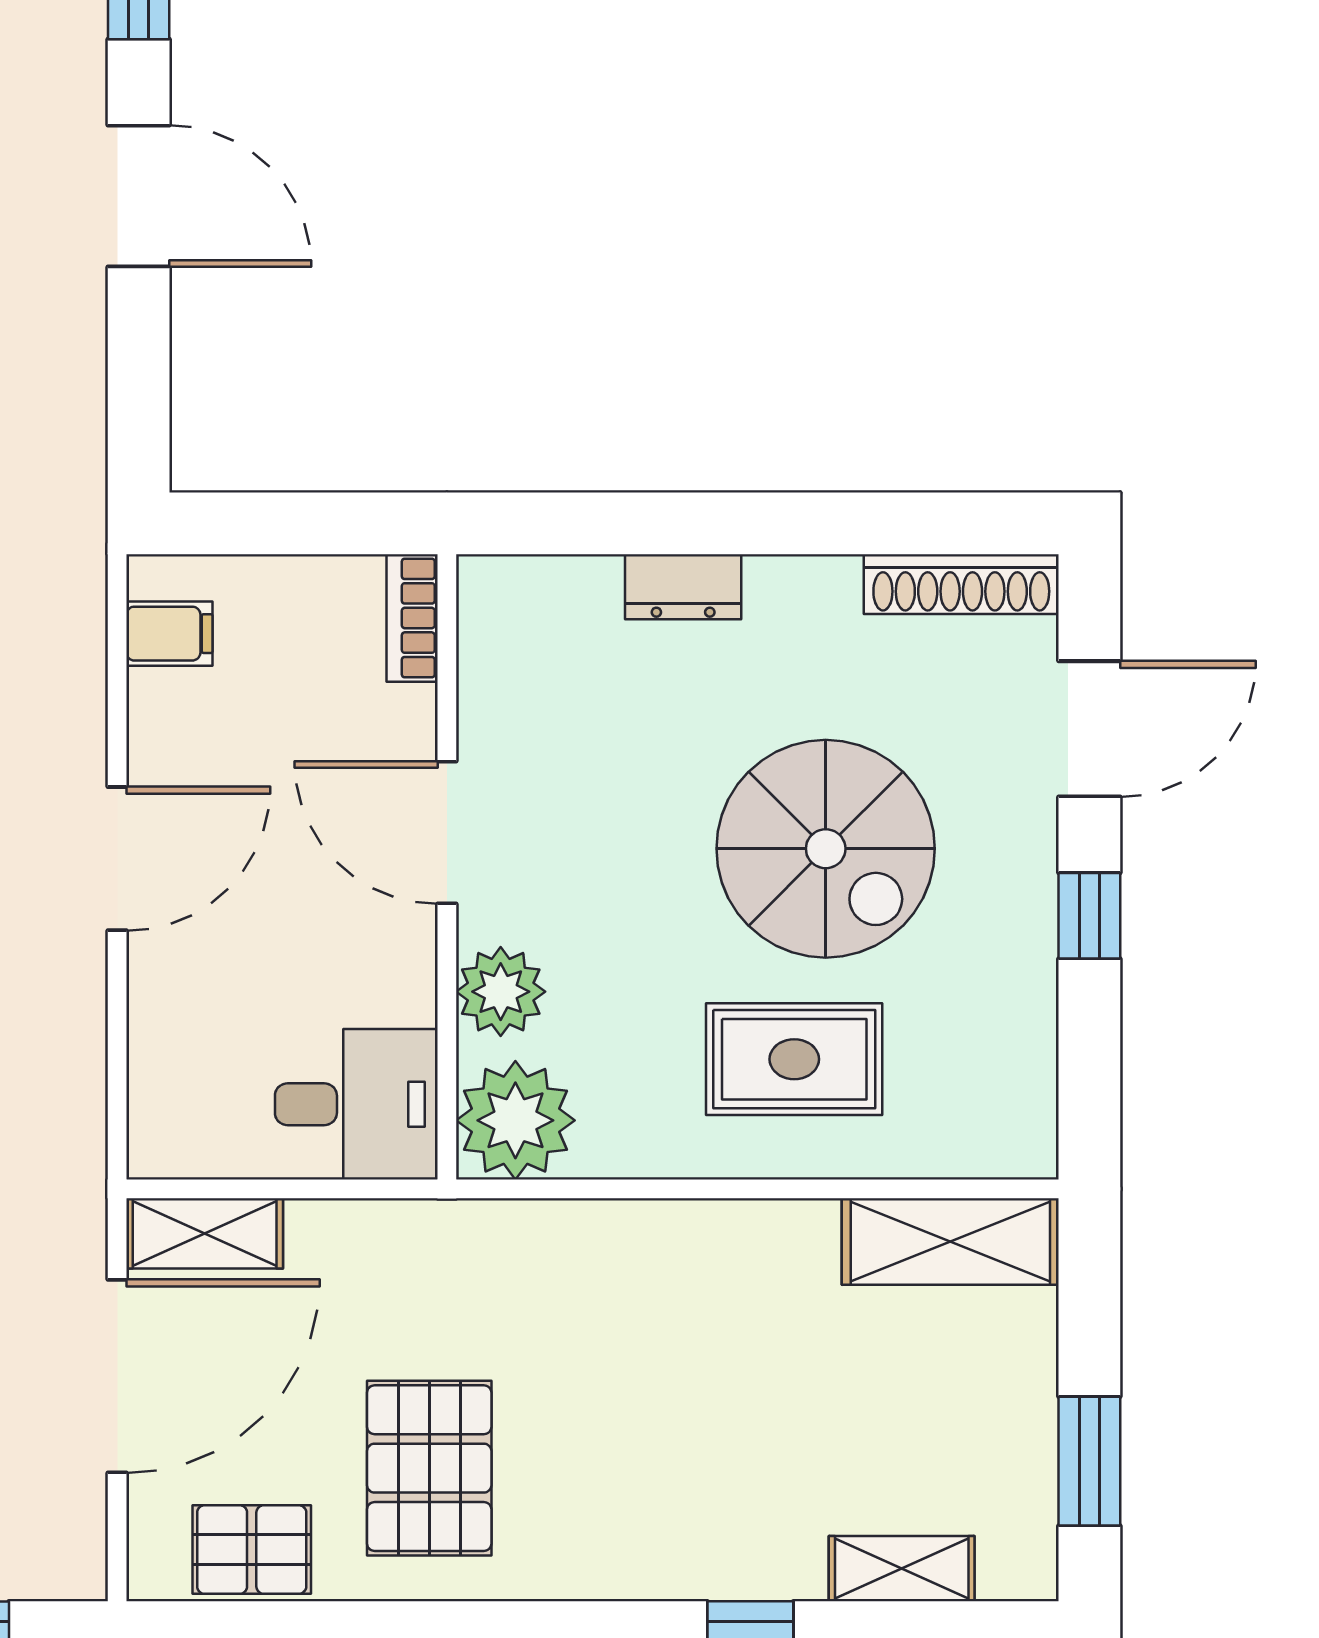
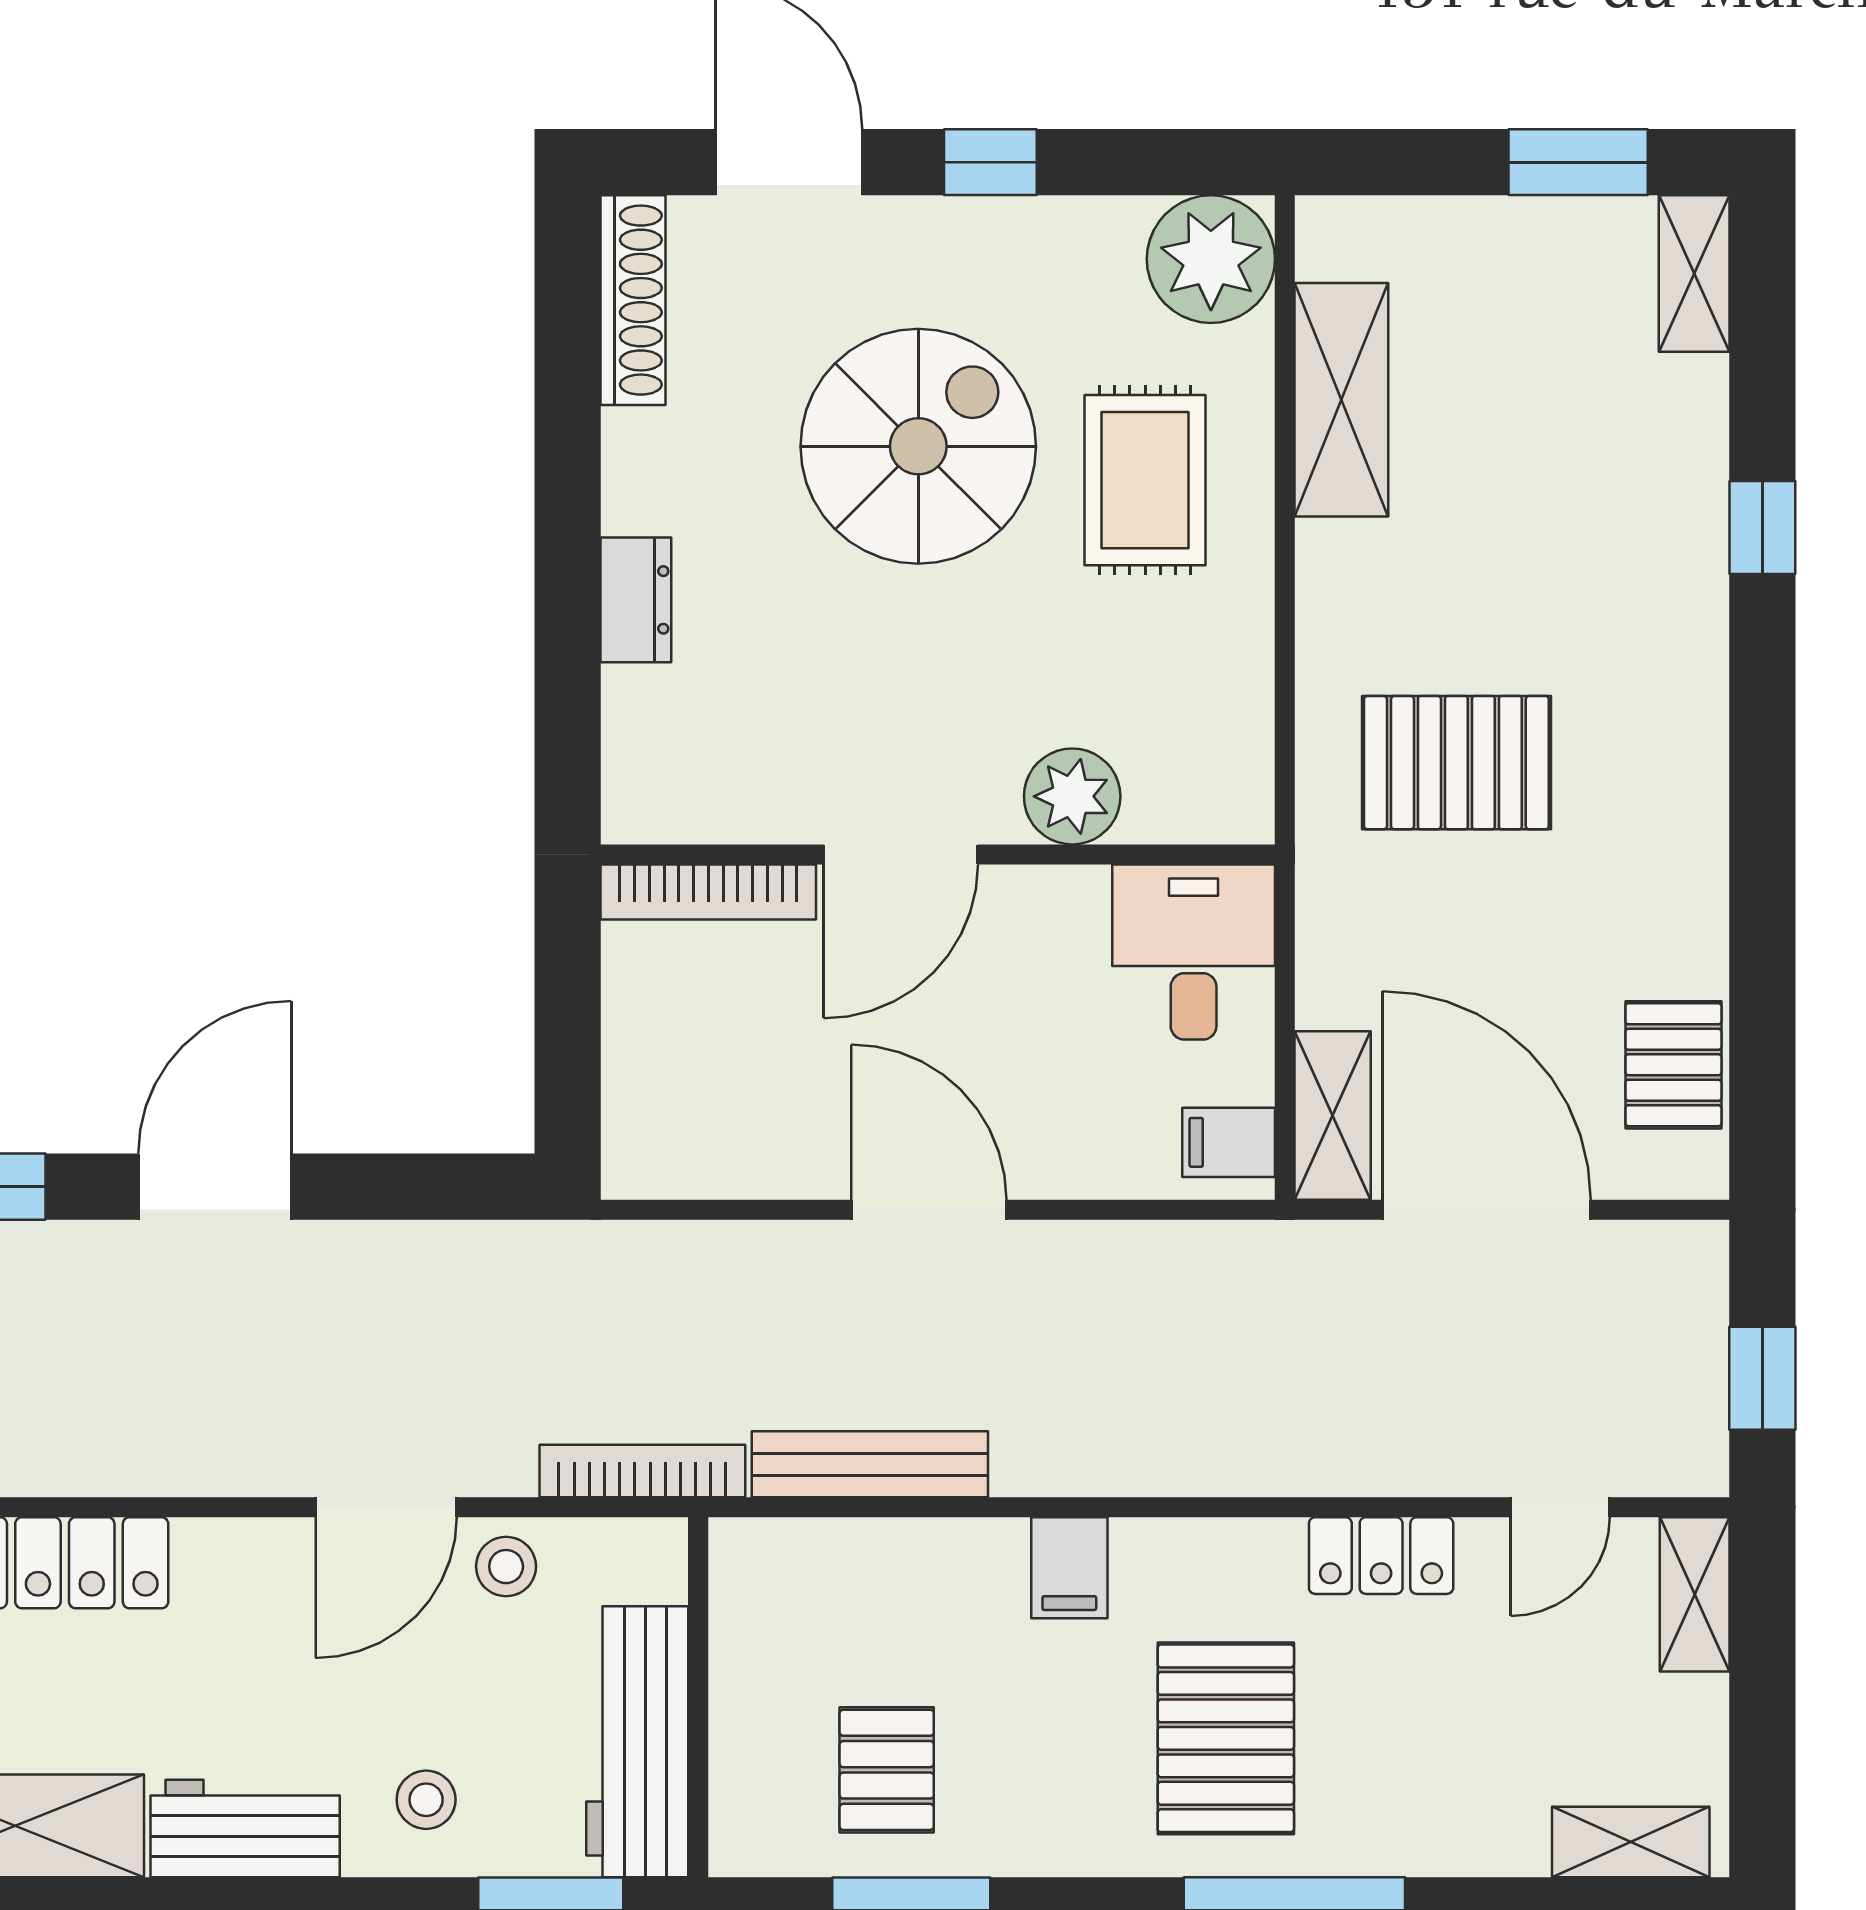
bookcase: (412, 618) -> (708, 892), width x1.56
filing cabinet: (169, 634) -> (1229, 1142), moved, turned -90
plant: (515, 1120) -> (1211, 259), moved
shelving: (950, 1241) -> (1341, 400), moved
pallet: (429, 1468) -> (1456, 763), moved
shelving: (902, 1569) -> (1694, 273), moved

